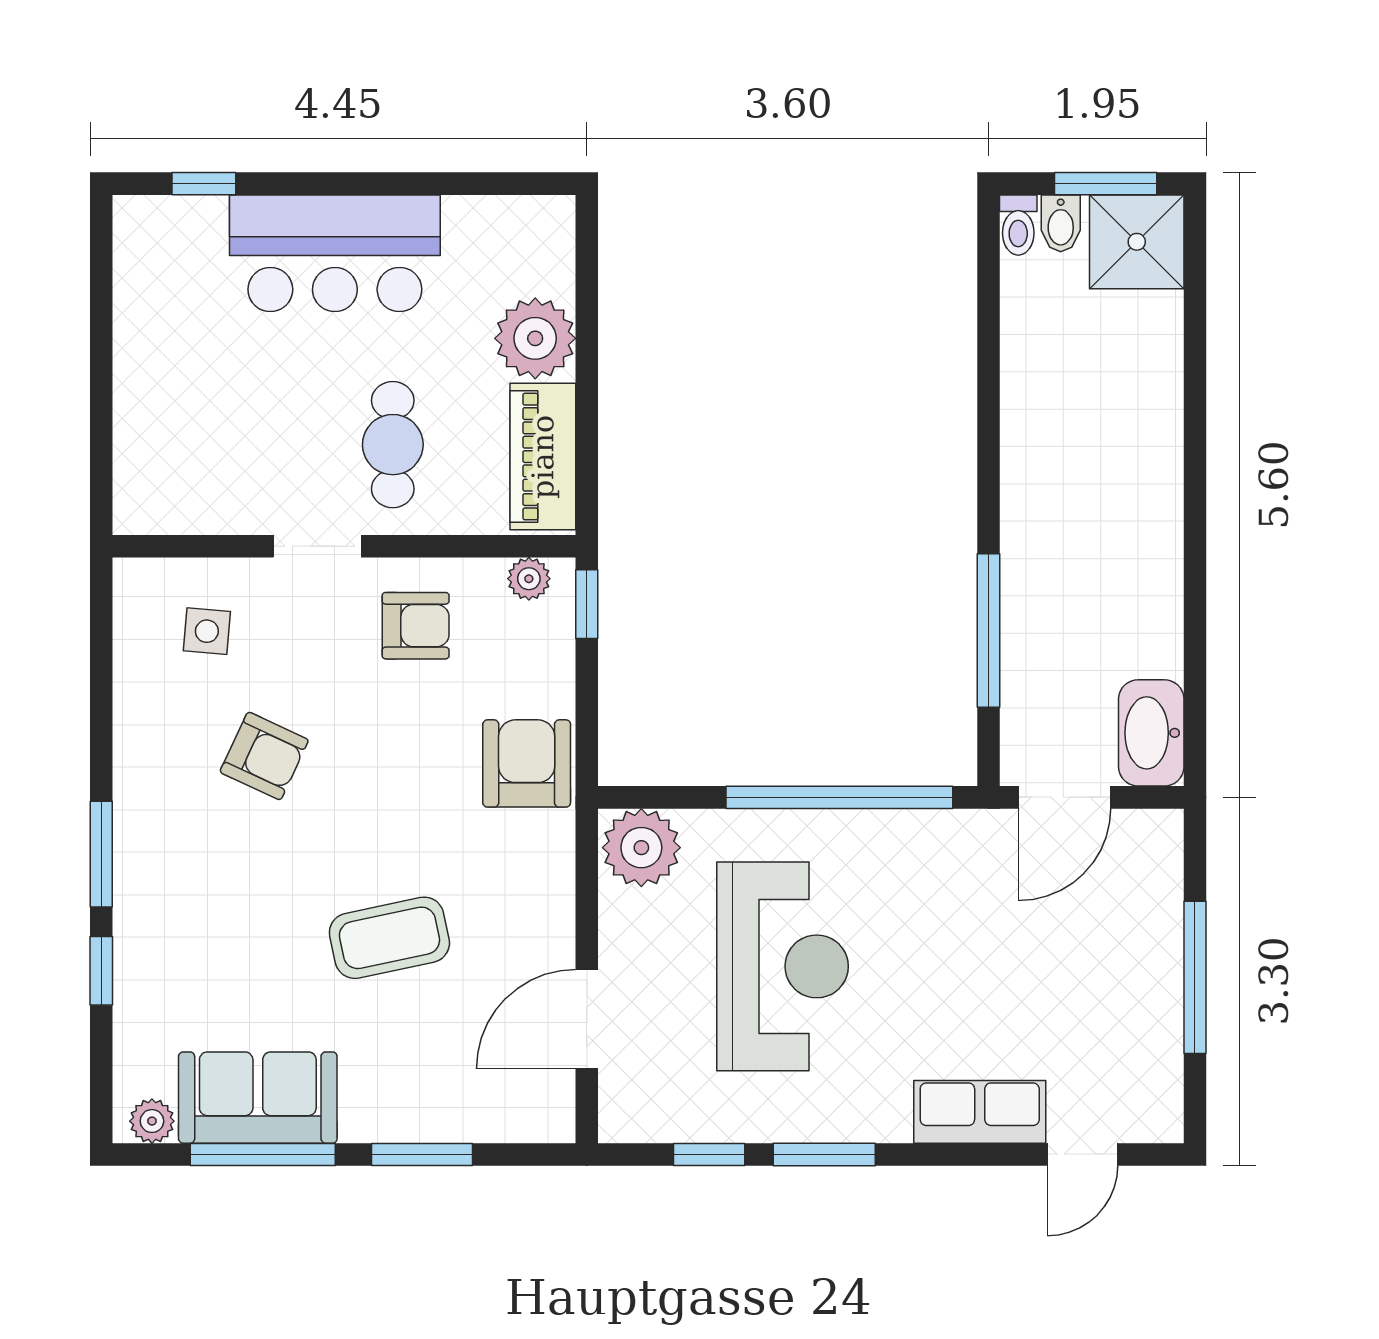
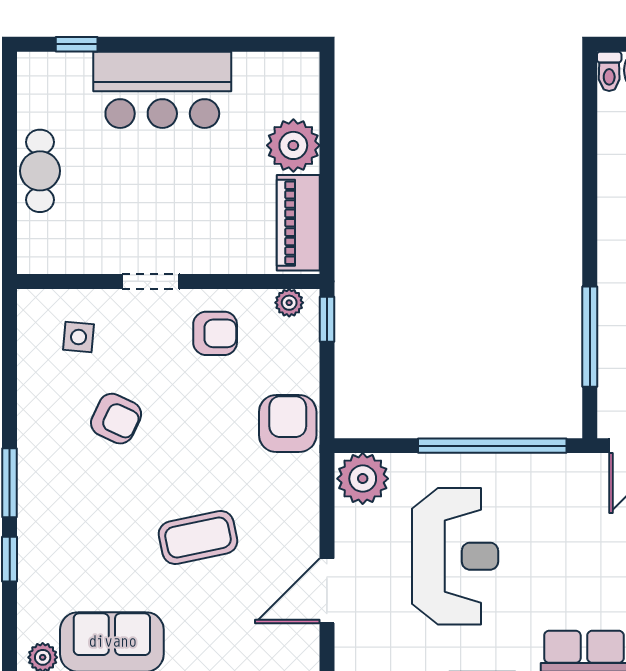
cafe table: (393, 445) -> (40, 171), moved

